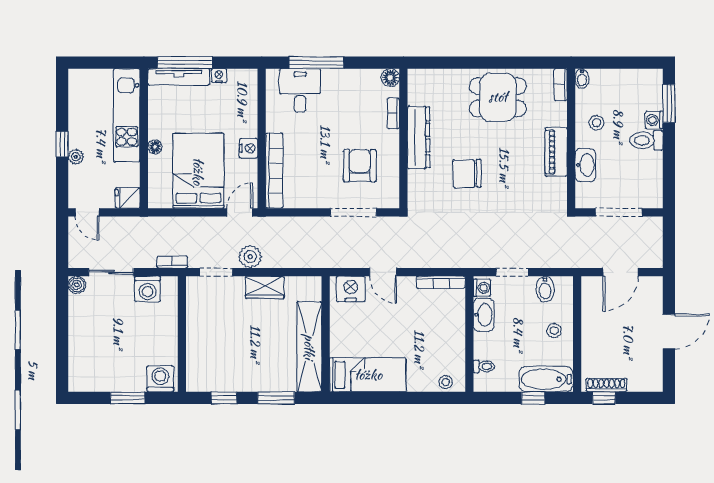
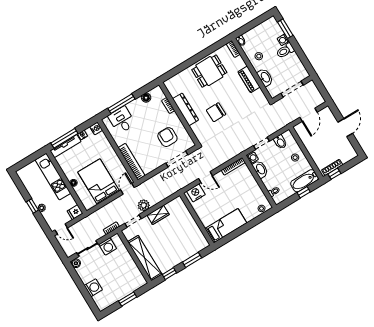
floor lamp: (390, 78) -> (146, 98), moved
nightstand: (249, 148) -> (96, 128), moved
shelving: (309, 347) -> (145, 258), moved
washing machine: (160, 379) -> (93, 288), moved, turned 90

